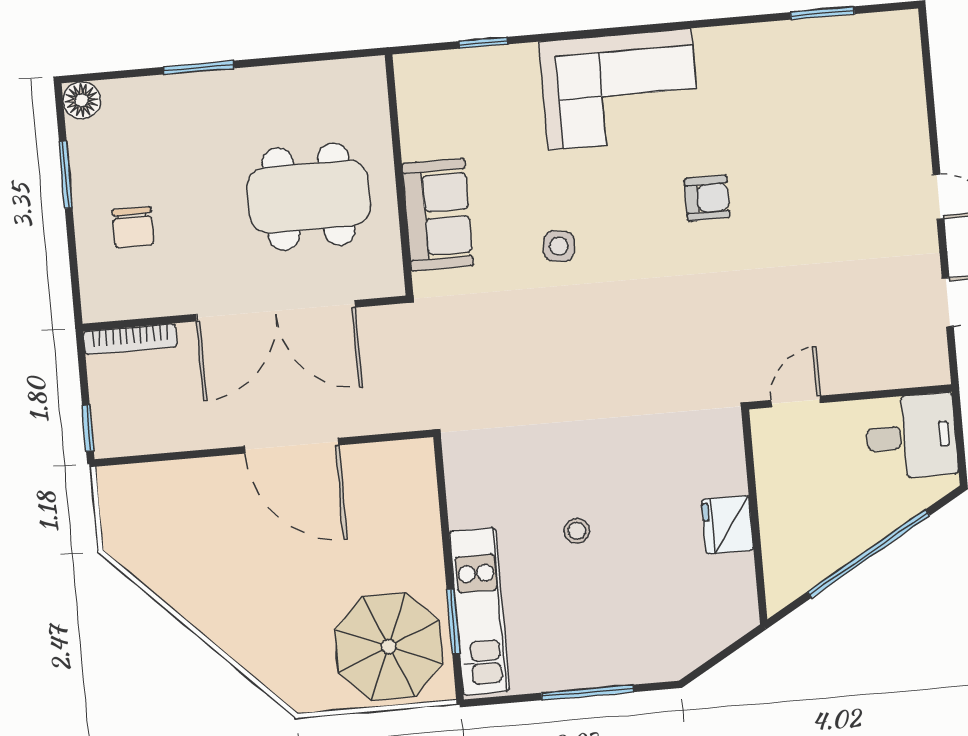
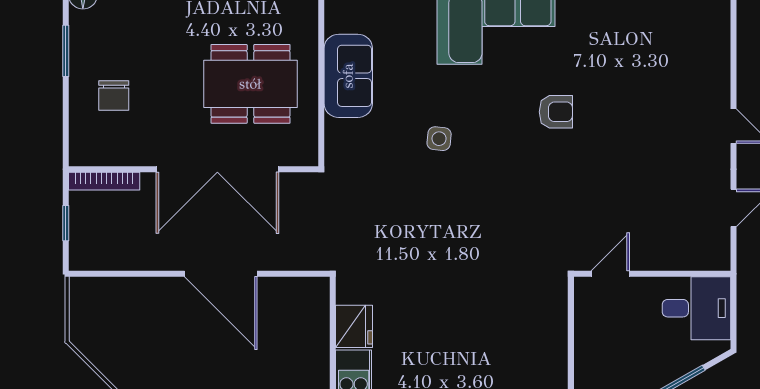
sofa: (438, 215) -> (348, 76), moved
window: (88, 428) -> (66, 223), moved
fridge: (728, 525) -> (354, 326), moved, turned 180
stool: (577, 531) -> (434, 358), removed

